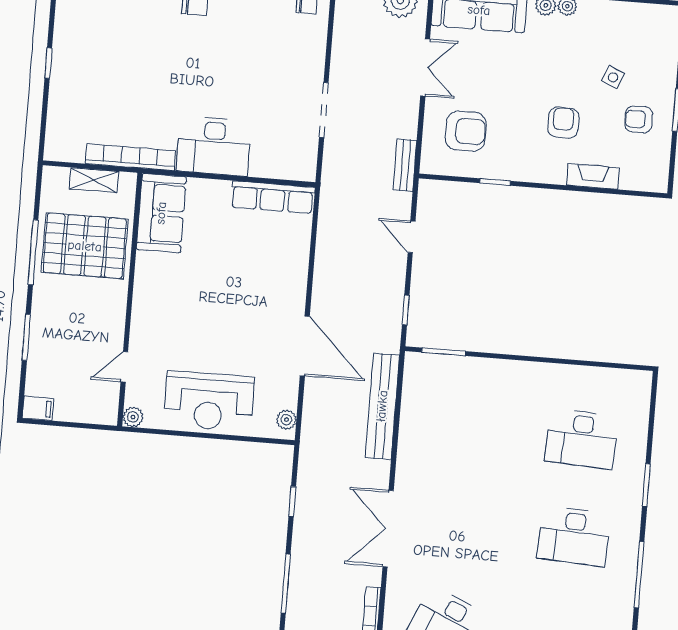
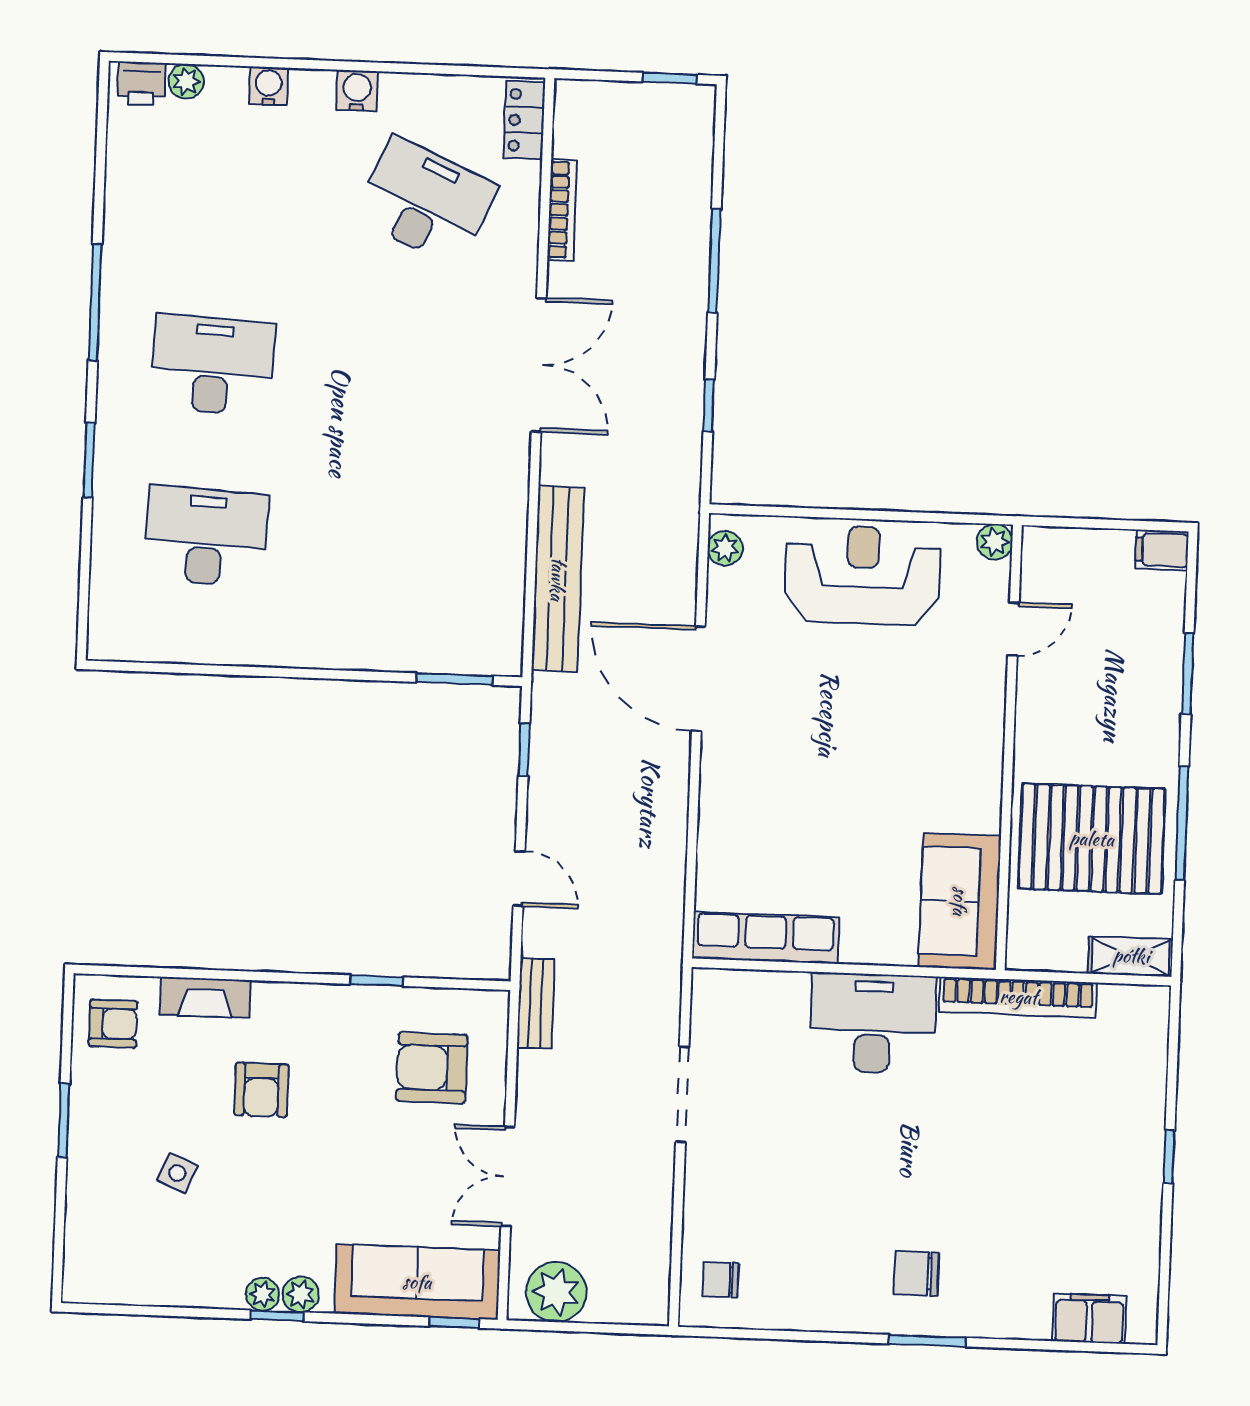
armchair: (639, 119) -> (113, 1024), moved
shelving: (94, 180) -> (1131, 956), moved

